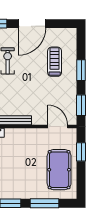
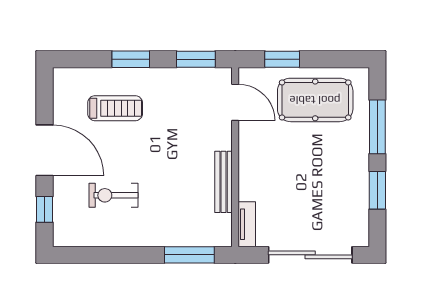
treadmill: (55, 62) -> (115, 108), turned 180
door: (58, 127) -> (235, 102), swing flipped

